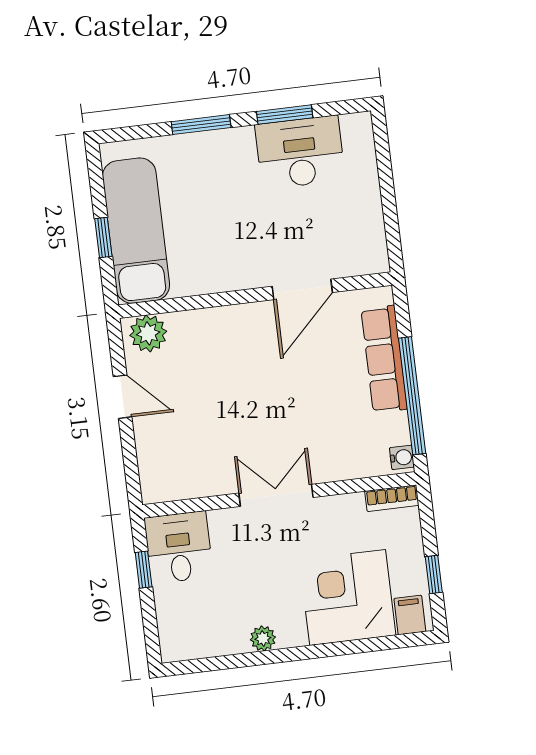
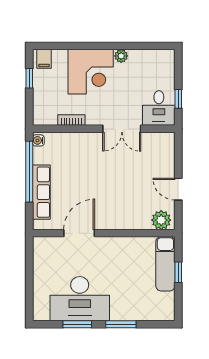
desk: (300, 152) -> (80, 299), width x1.36, depth x1.30
exam couch: (136, 231) -> (165, 264), width x0.73, depth x0.69
double door: (276, 495) -> (122, 129), moved
bookcase: (392, 498) -> (71, 120), moved
corner desk: (348, 598) -> (91, 72), moved

